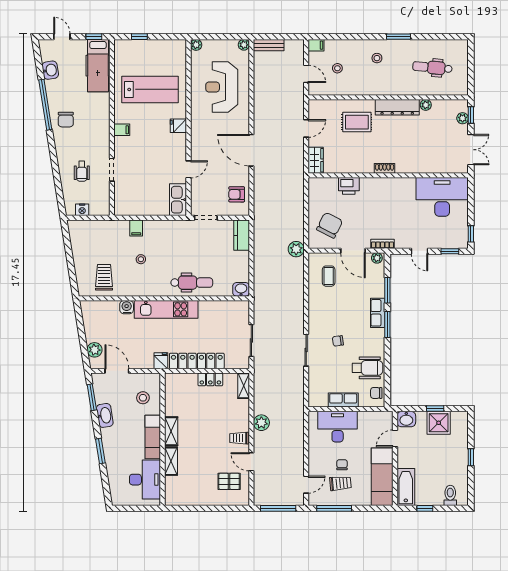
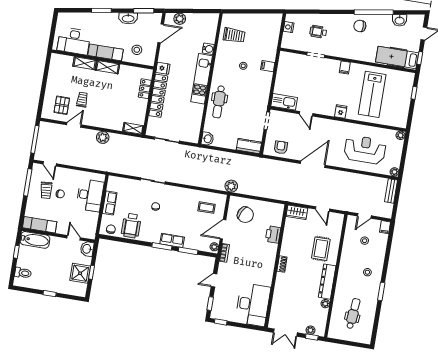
locker: (210, 379) -> (145, 89), moved
trolley: (239, 438) -> (82, 100), moved
exam couch: (382, 477) -> (40, 225), width x0.73, depth x0.69

